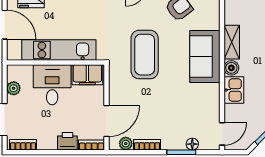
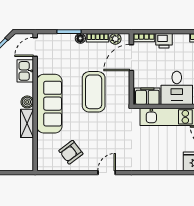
coffee table: (145, 55) -> (94, 92), moved
sofa: (205, 56) -> (49, 104), width x1.36
kitchen sink: (234, 90) -> (25, 71), moved
floor lamp: (192, 144) -> (80, 38), moved

